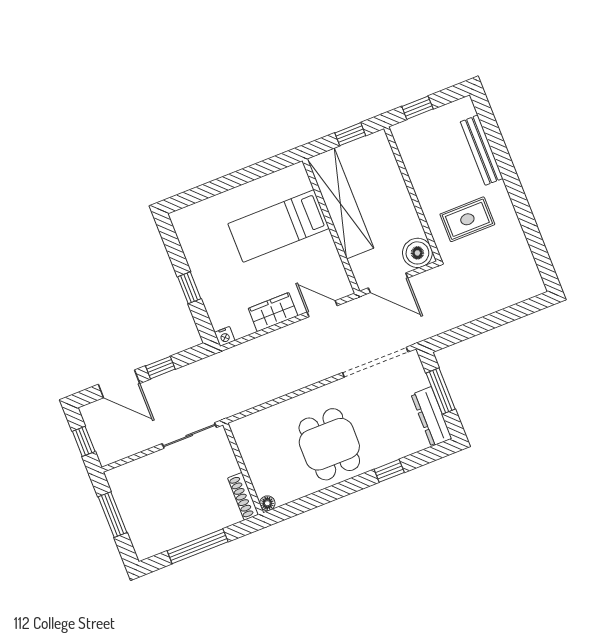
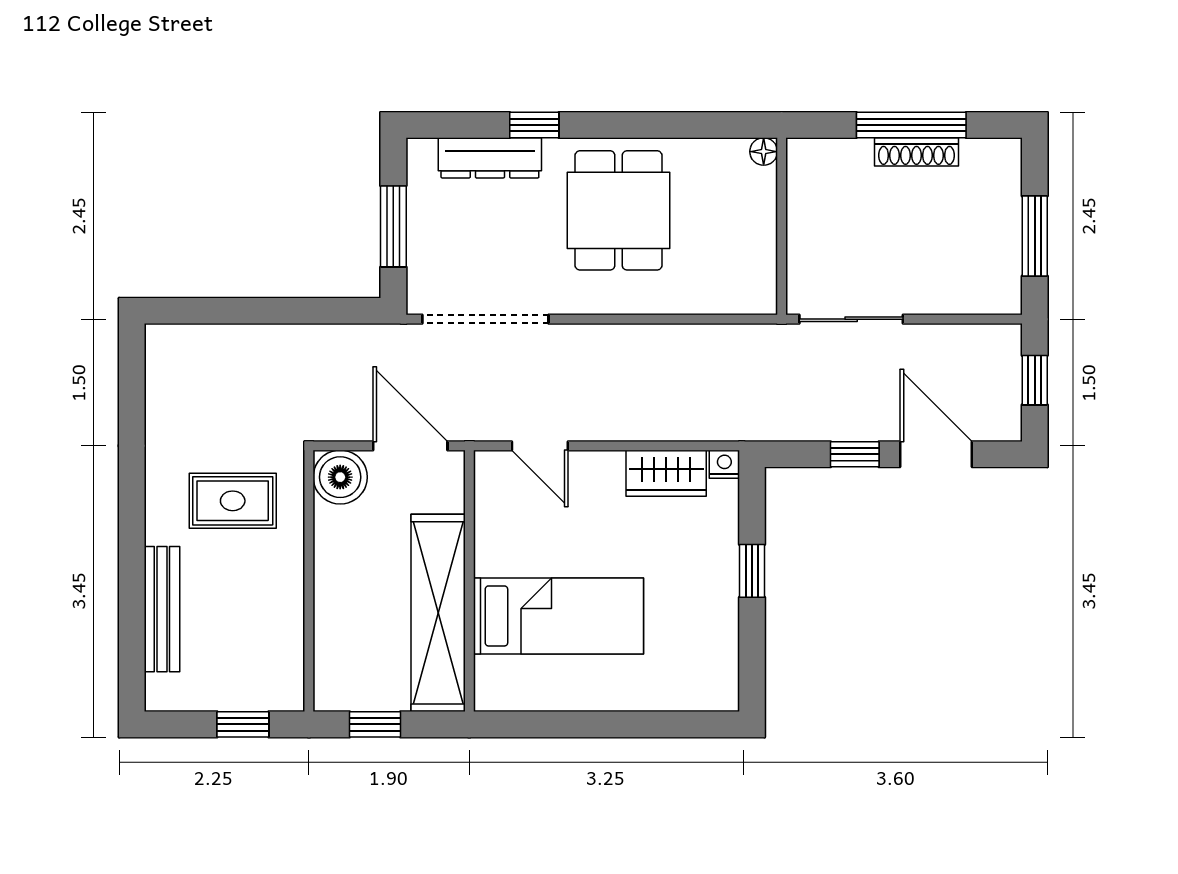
wardrobe: (273, 312) -> (666, 473), moved
dresser: (431, 417) -> (490, 158), moved, turned 90
shoe rack: (243, 496) -> (916, 152), moved, turned 90

